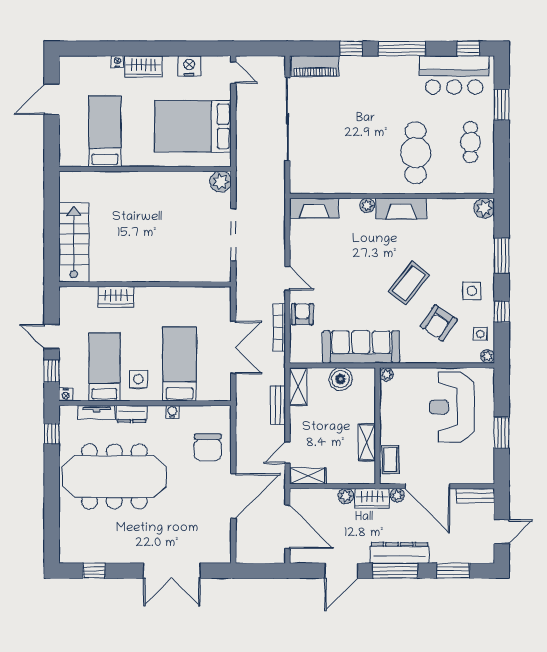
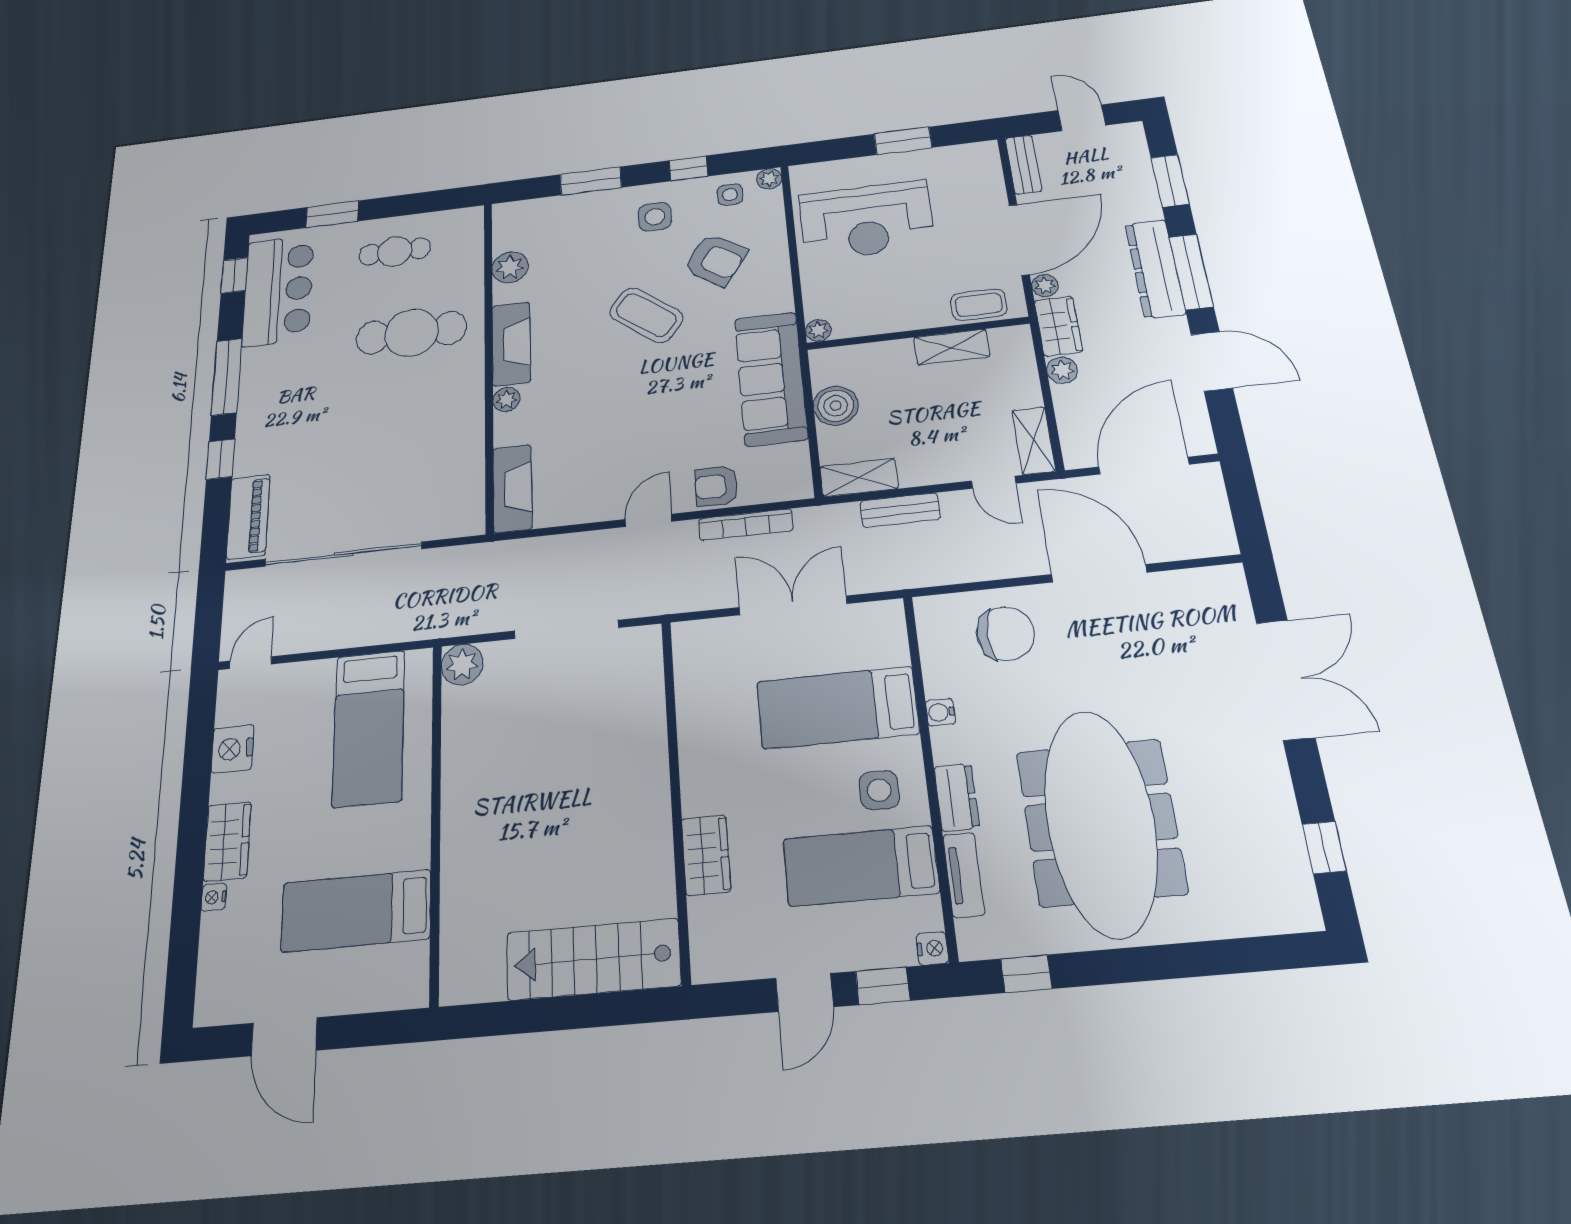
bed: (193, 126) -> (369, 728), width x0.67
plant: (484, 208) -> (510, 267), moved

